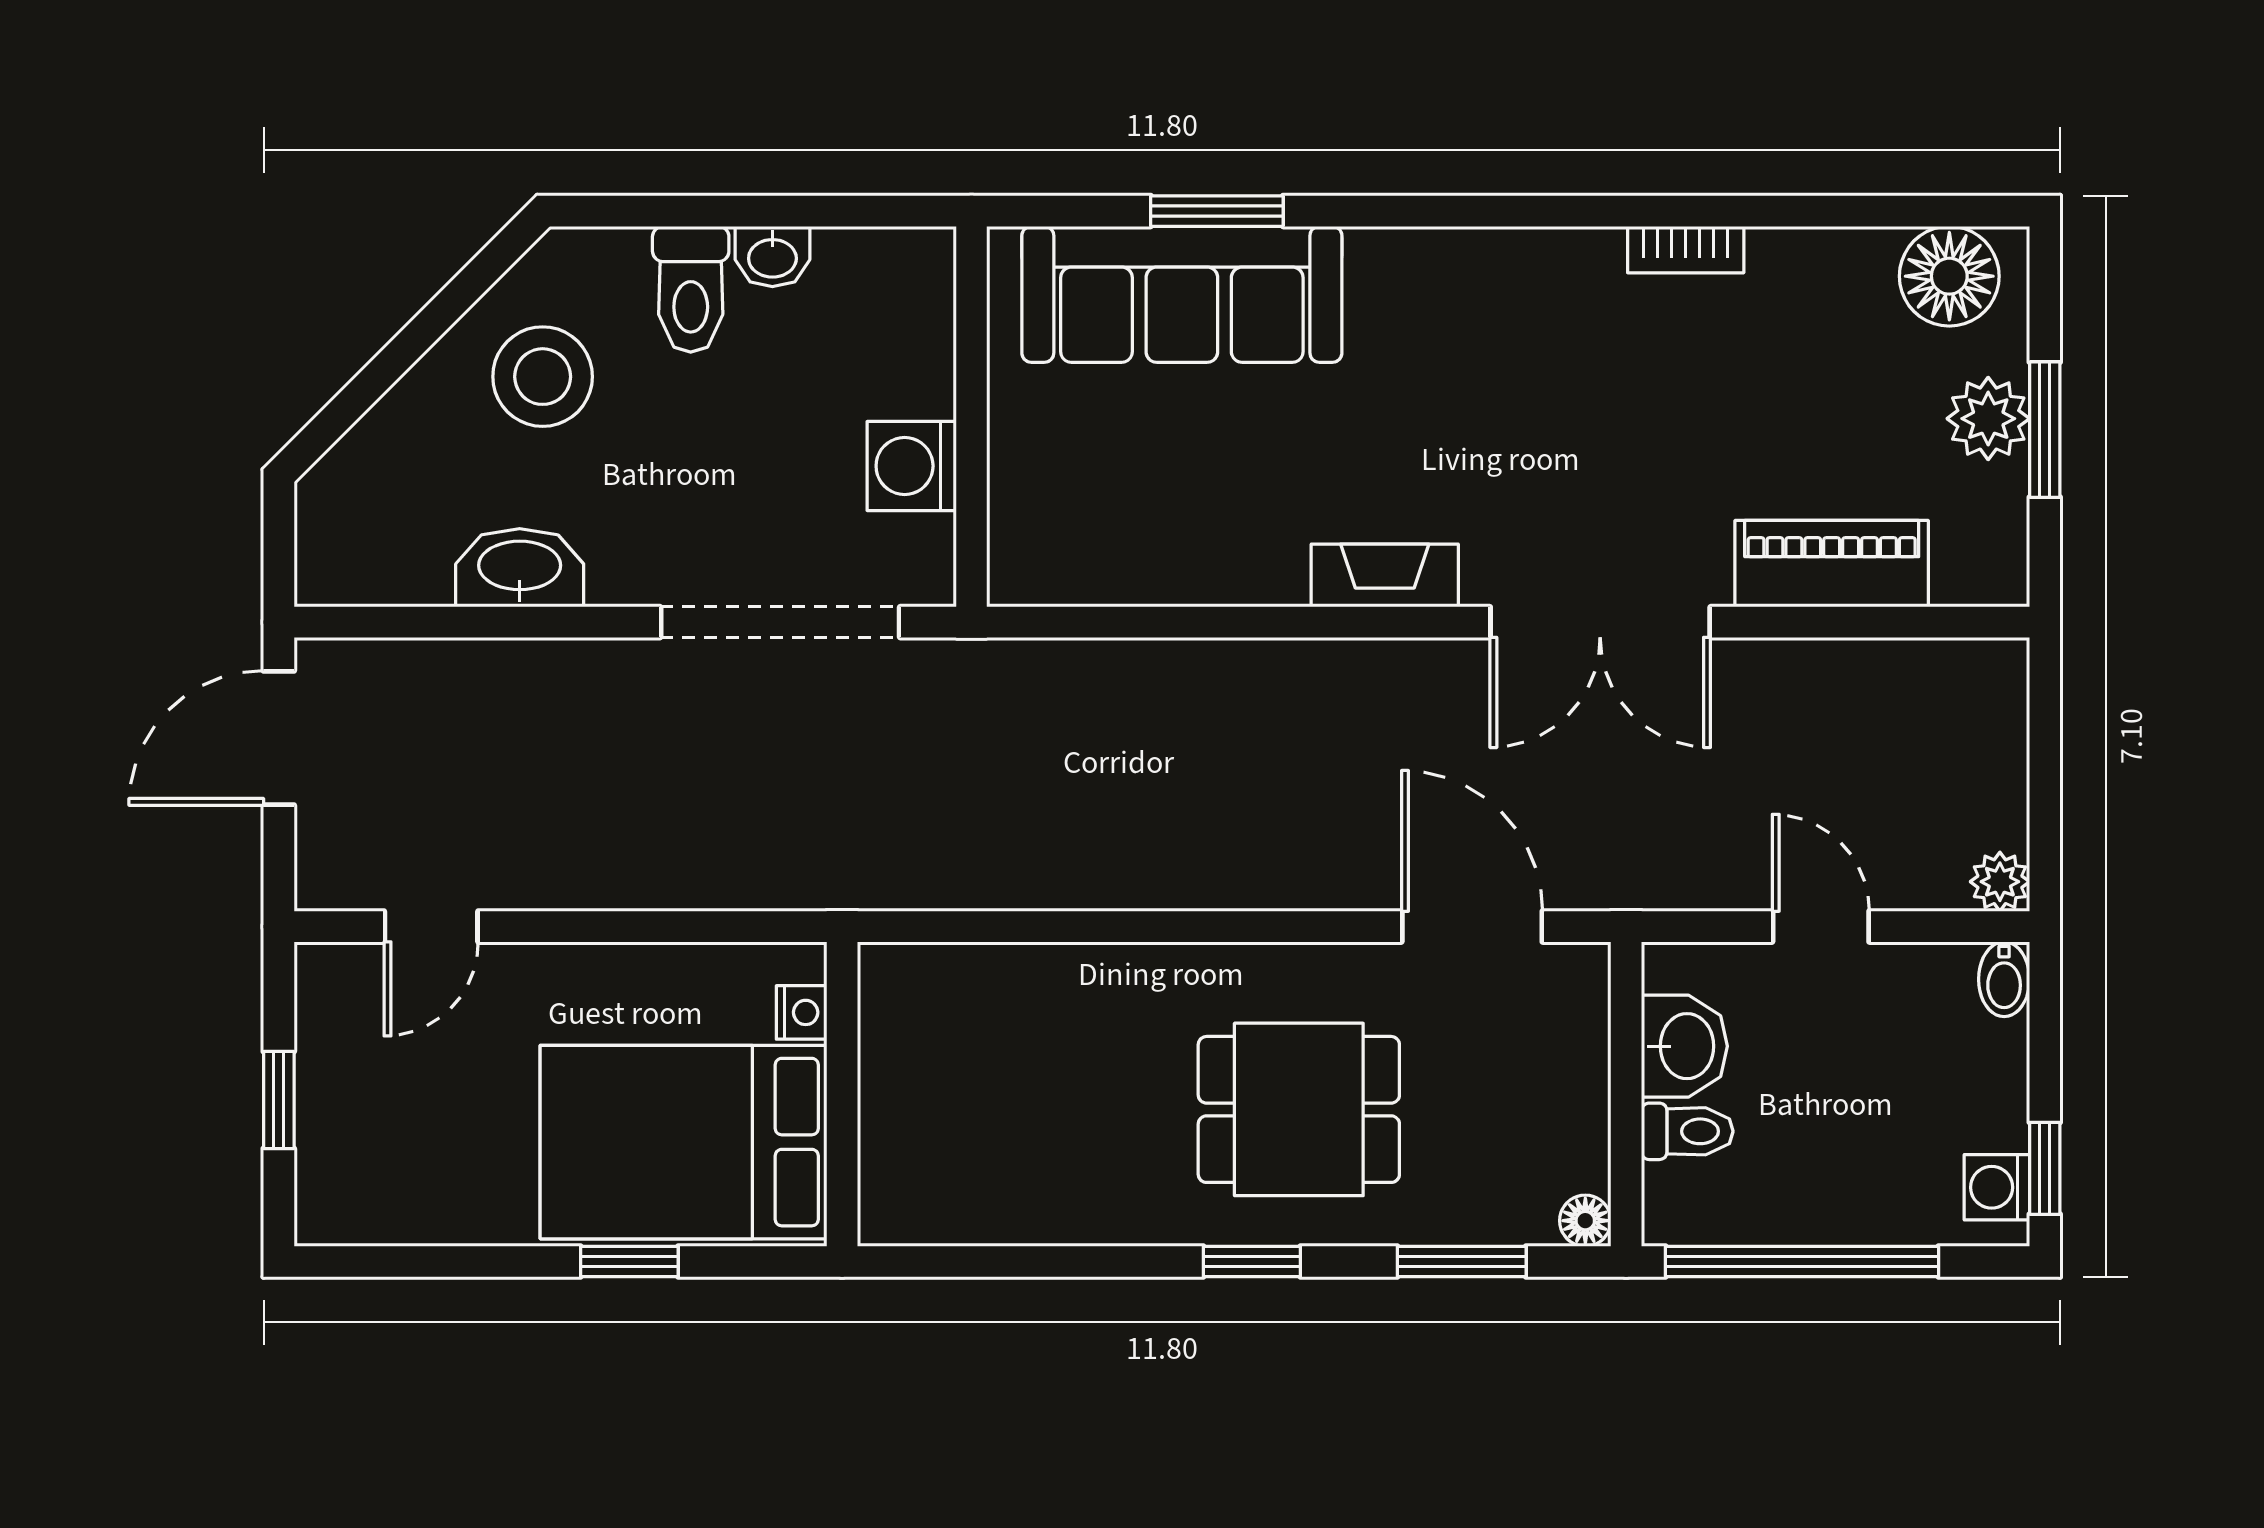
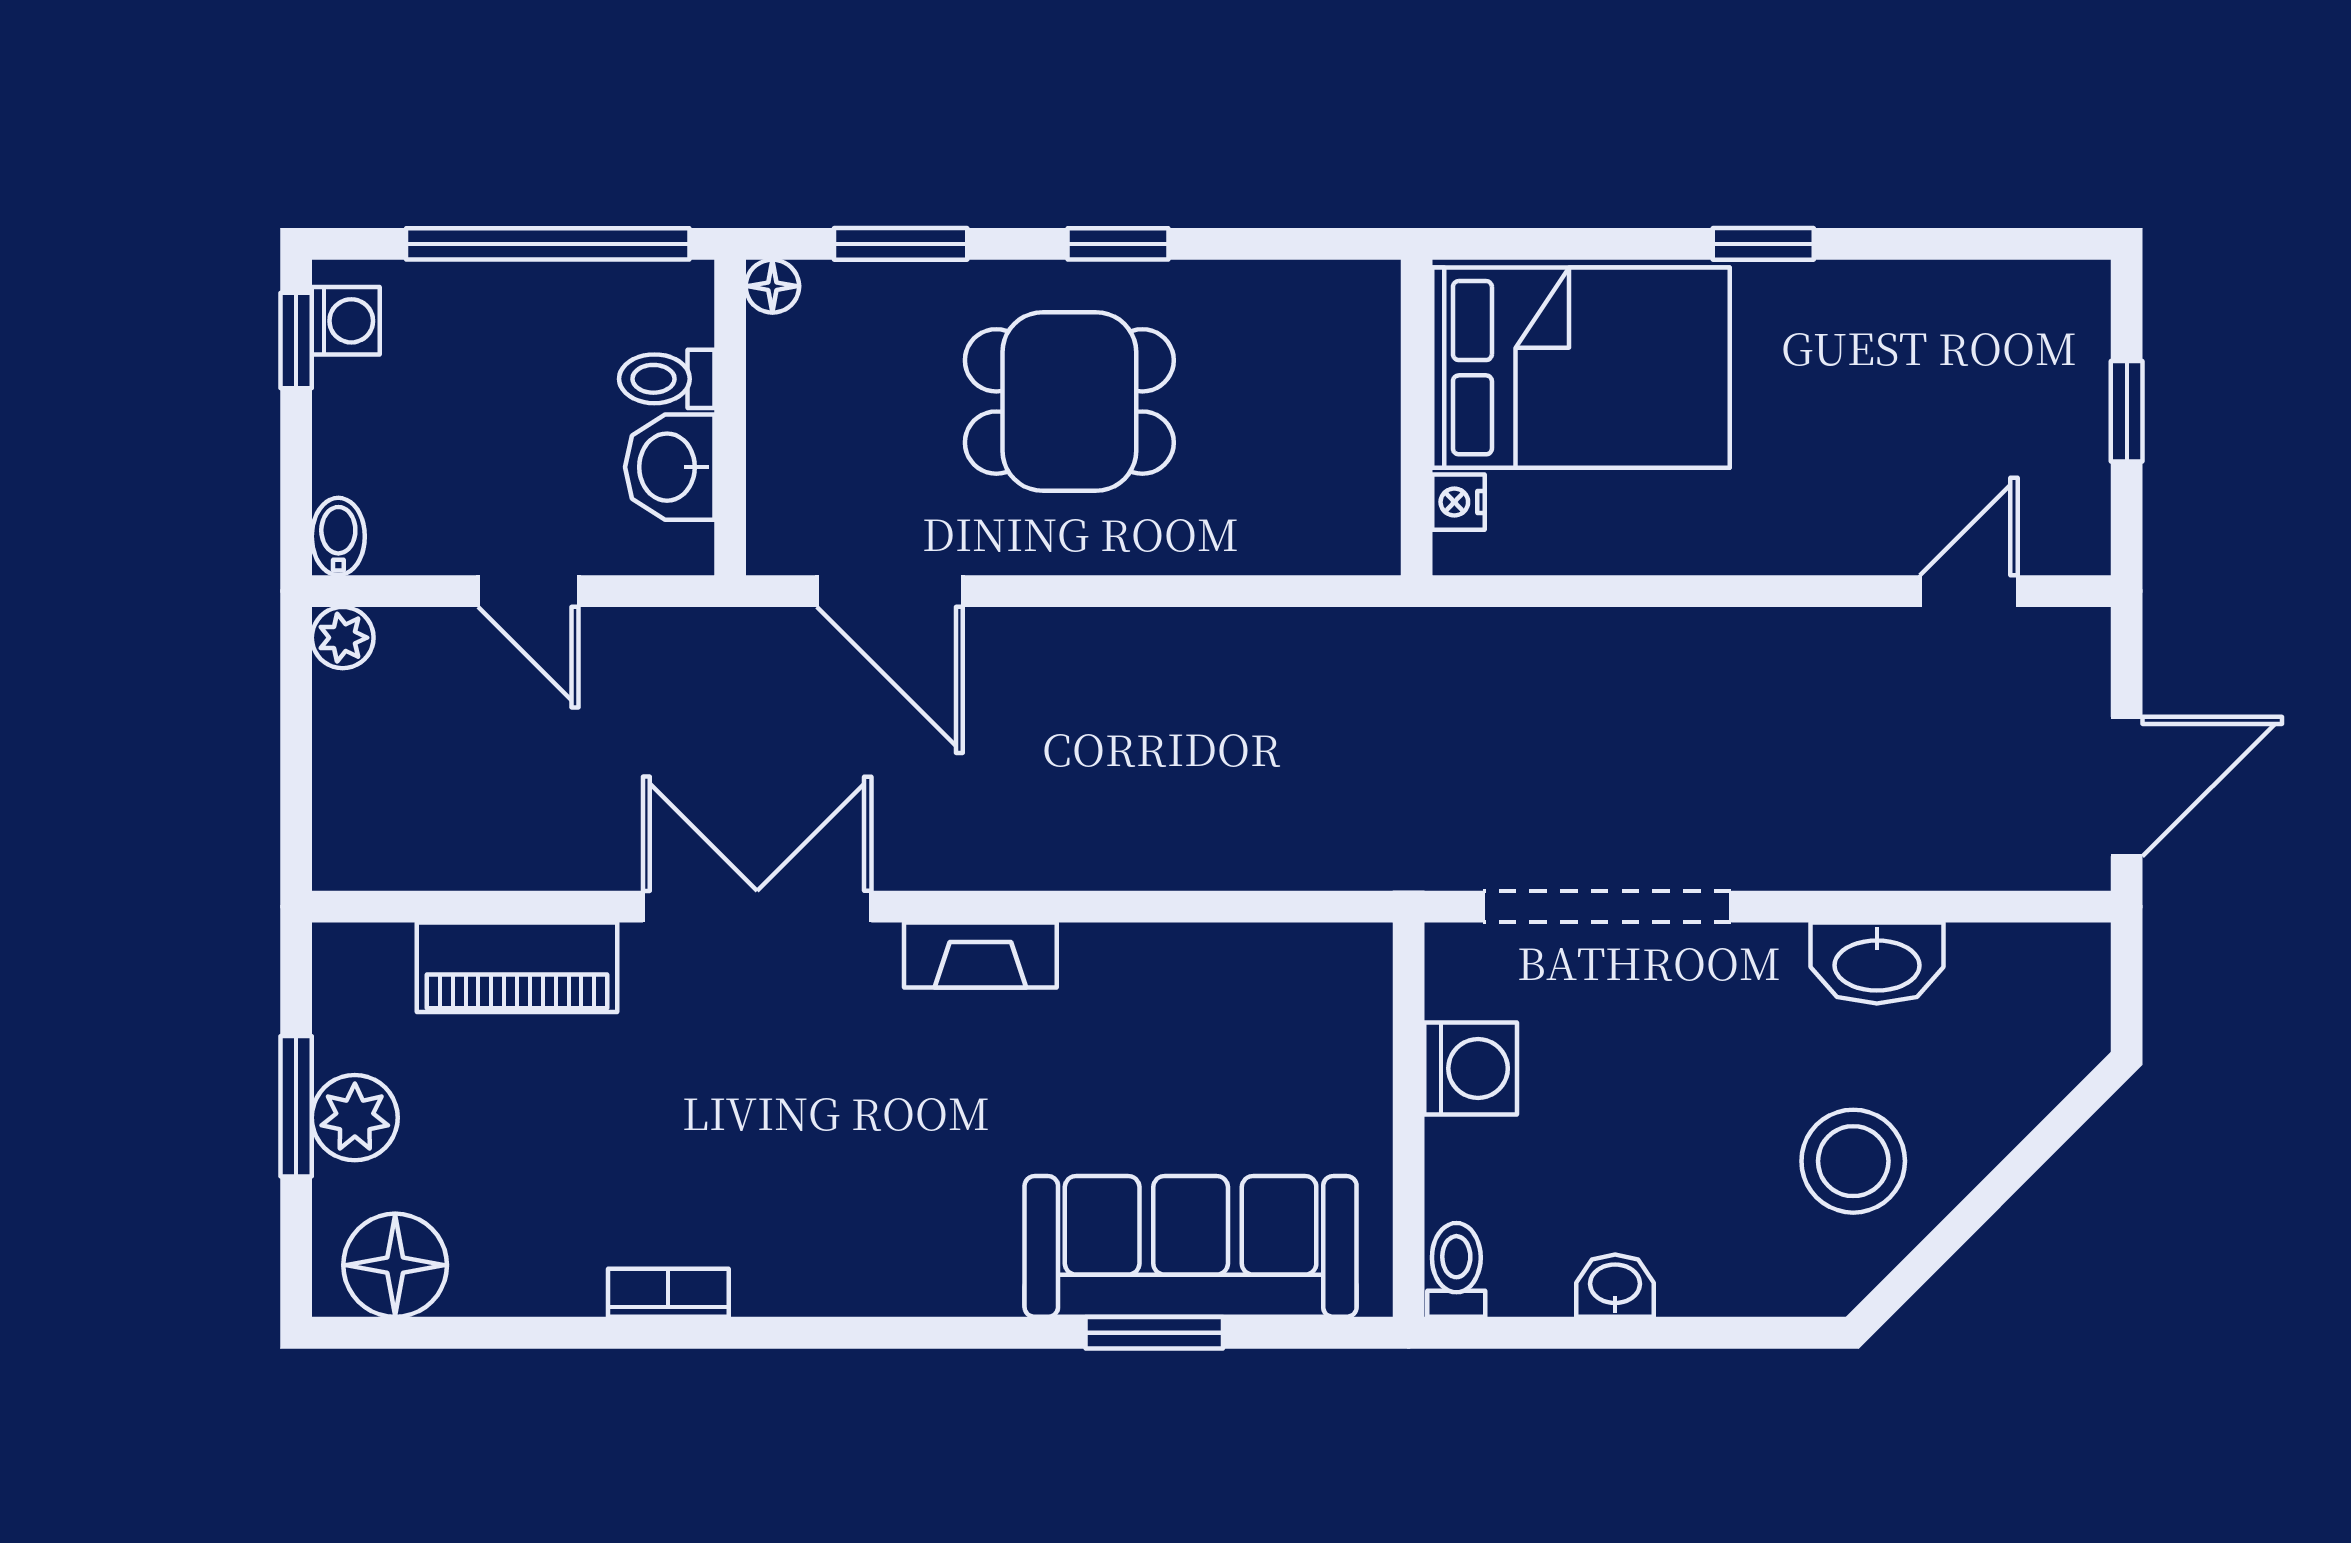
toilet: (691, 289) -> (1456, 1270), moved, width x0.73, depth x0.72
nightstand: (802, 1012) -> (1459, 502), moved
wall: (842, 1094) -> (1417, 417), moved
bed: (684, 1142) -> (1581, 368), moved

